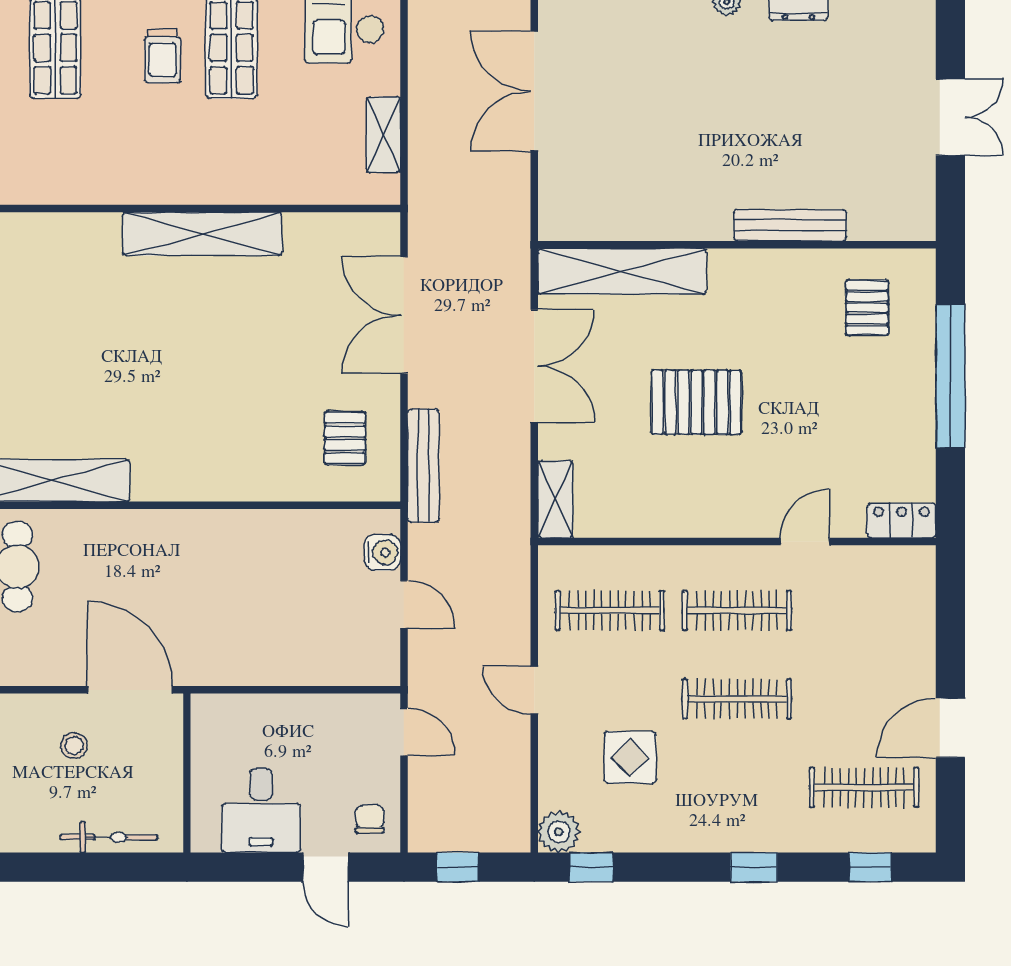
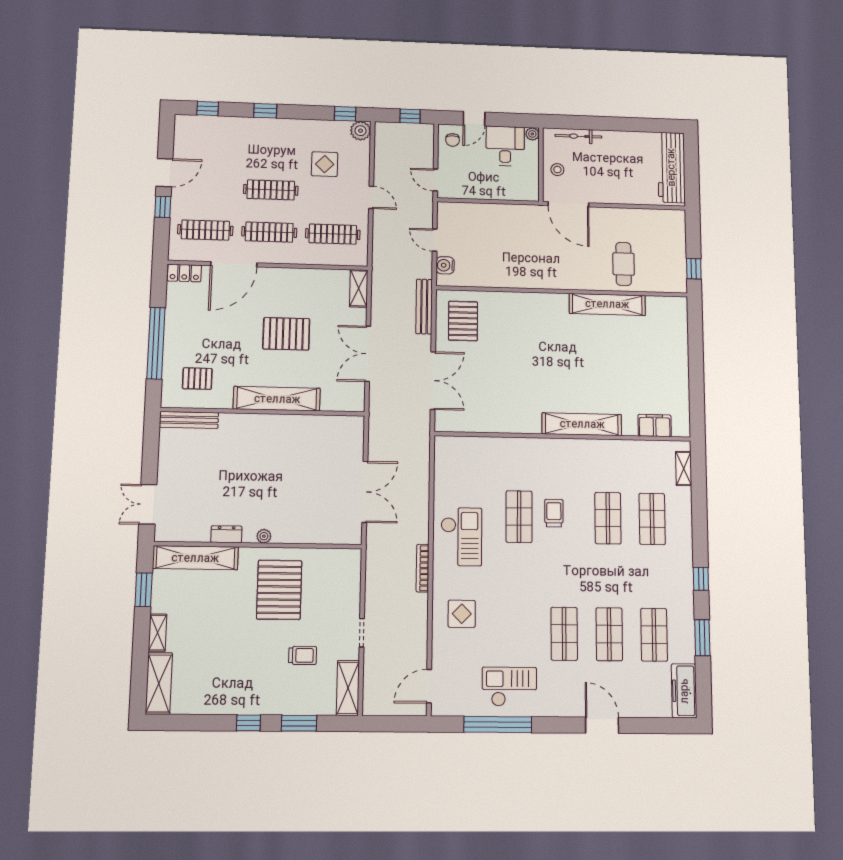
double door: (950, 117) -> (148, 504), moved
shelving: (383, 135) -> (442, 471), removed
bench: (790, 225) -> (189, 420), moved
shelving: (202, 234) -> (582, 424), moved
shelving: (622, 271) -> (277, 399), moved
pallet: (867, 308) -> (197, 379), turned 90
pallet: (345, 438) -> (463, 321), width x1.50, depth x1.42
door: (805, 541) -> (234, 264), width x1.88
window: (950, 656) -> (163, 207), added
stool: (74, 746) -> (557, 170), moved
clothes rail: (864, 787) -> (205, 230), moved
plant: (205, 839) -> (532, 134), added
door: (326, 867) -> (474, 119), swing flipped

